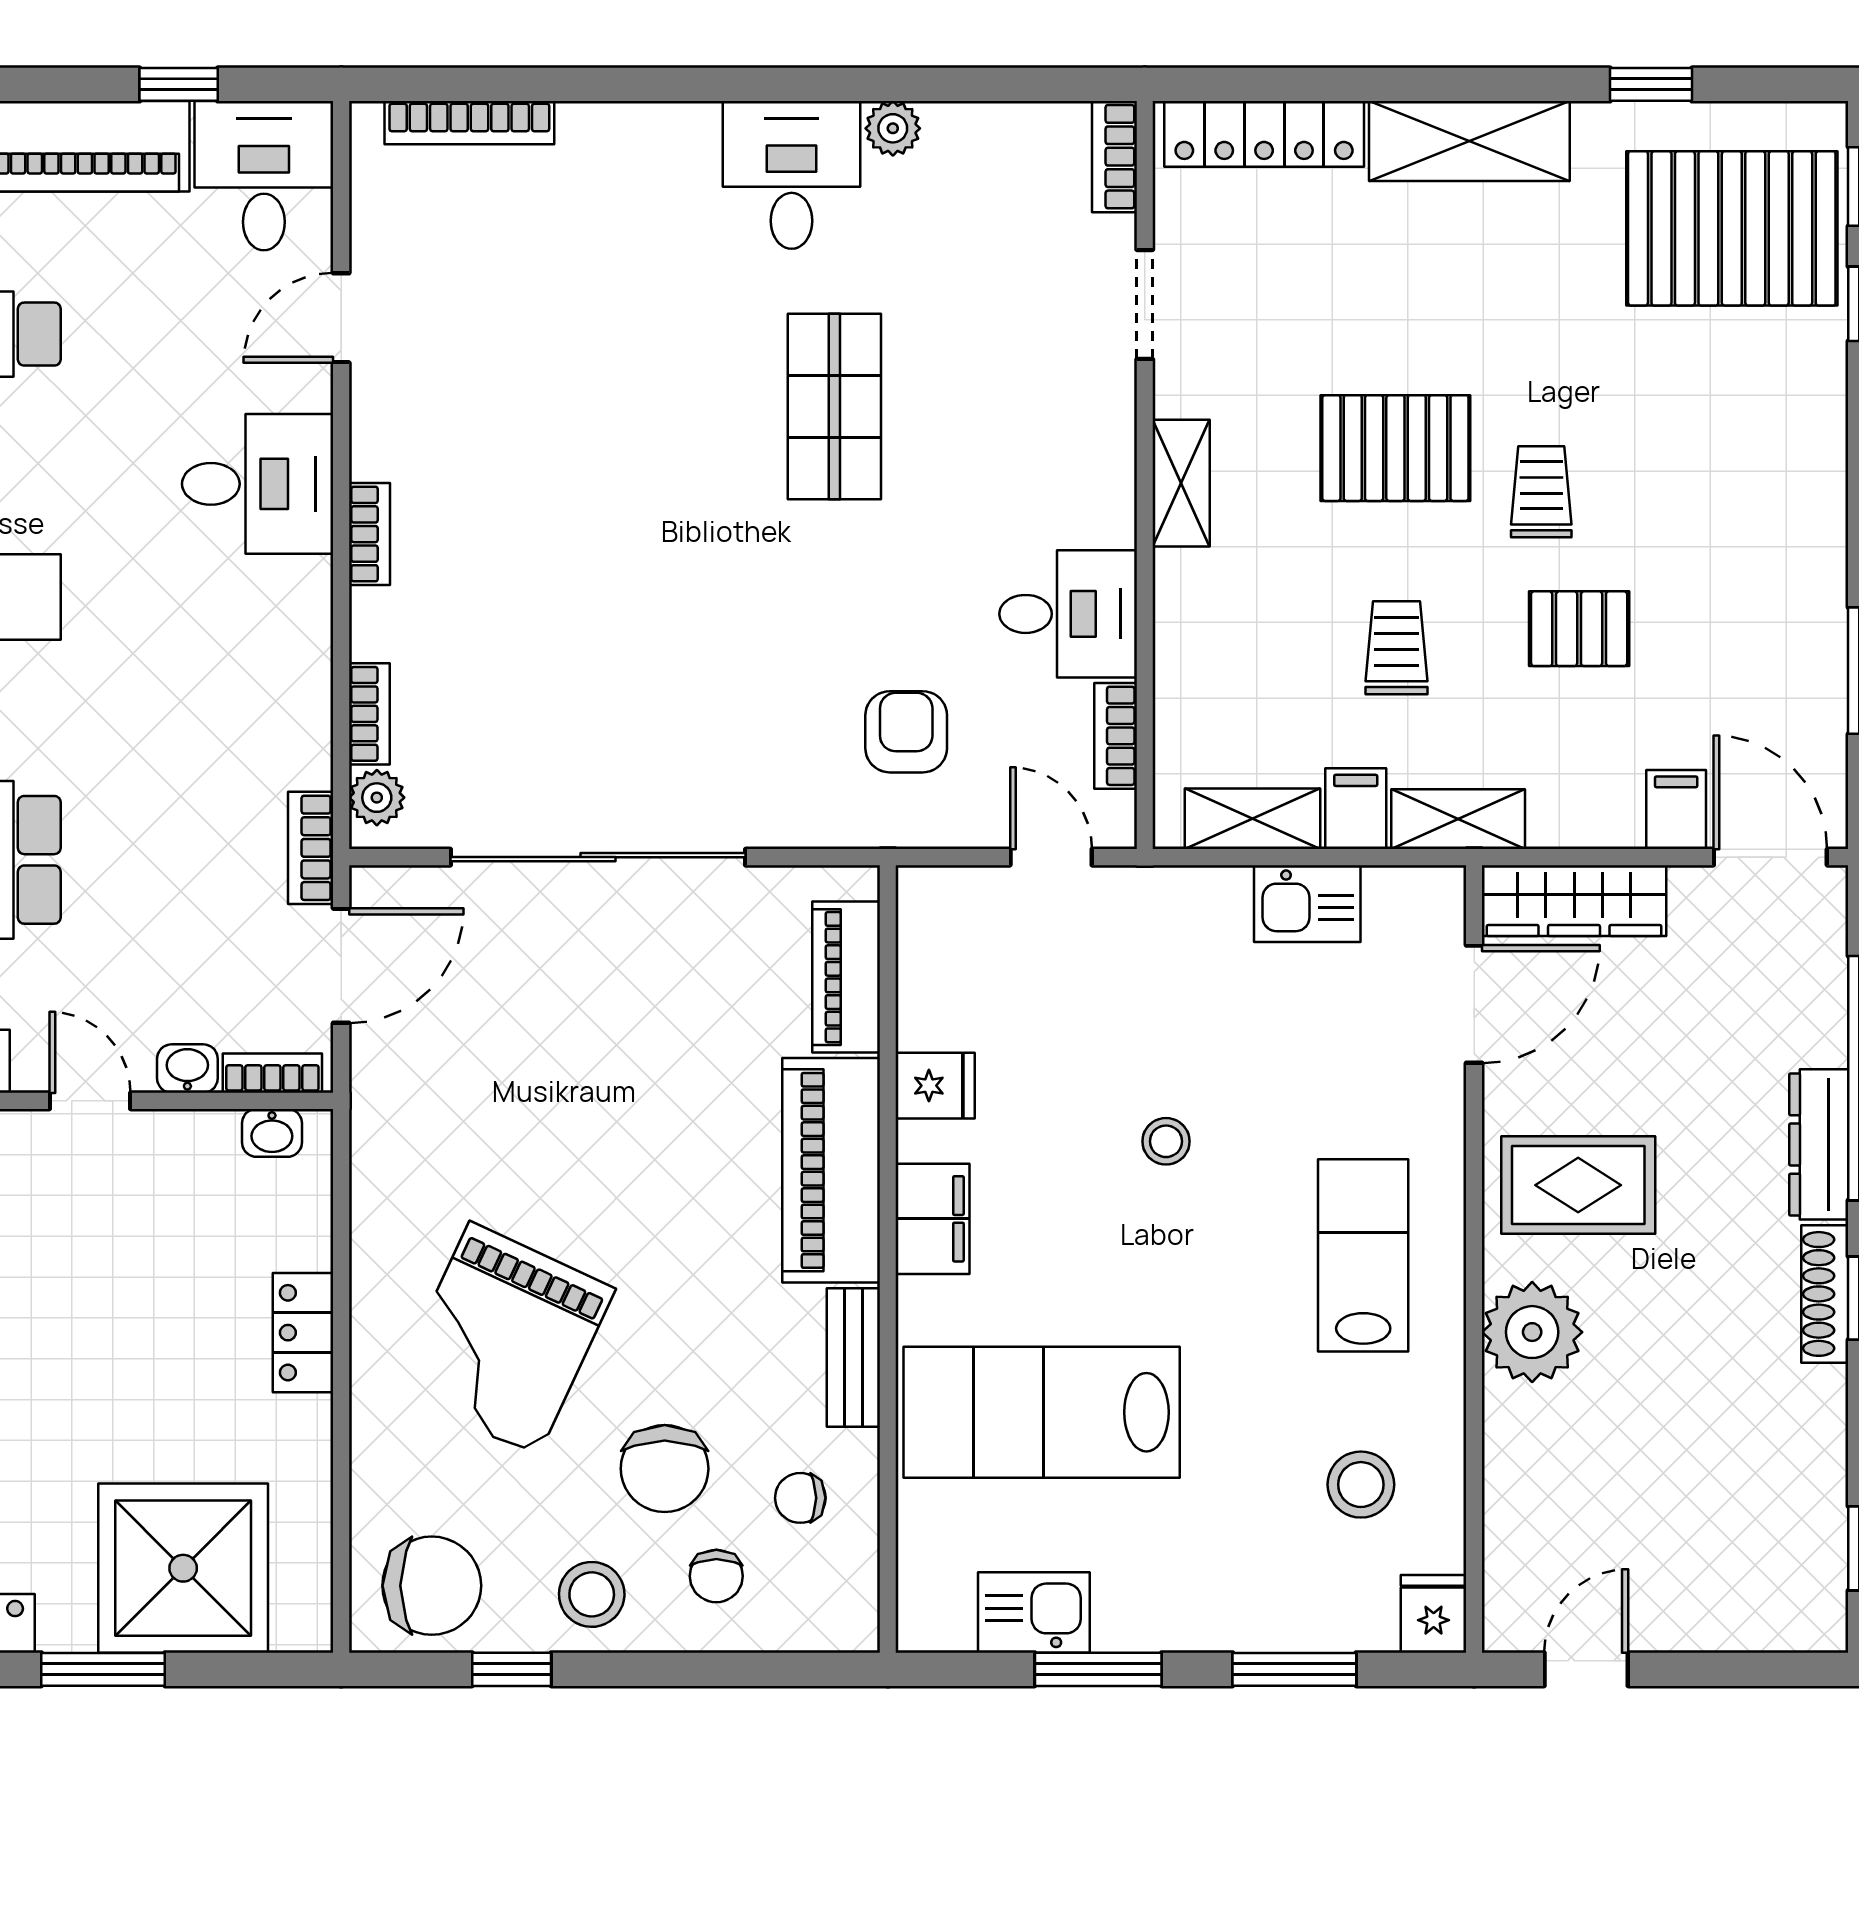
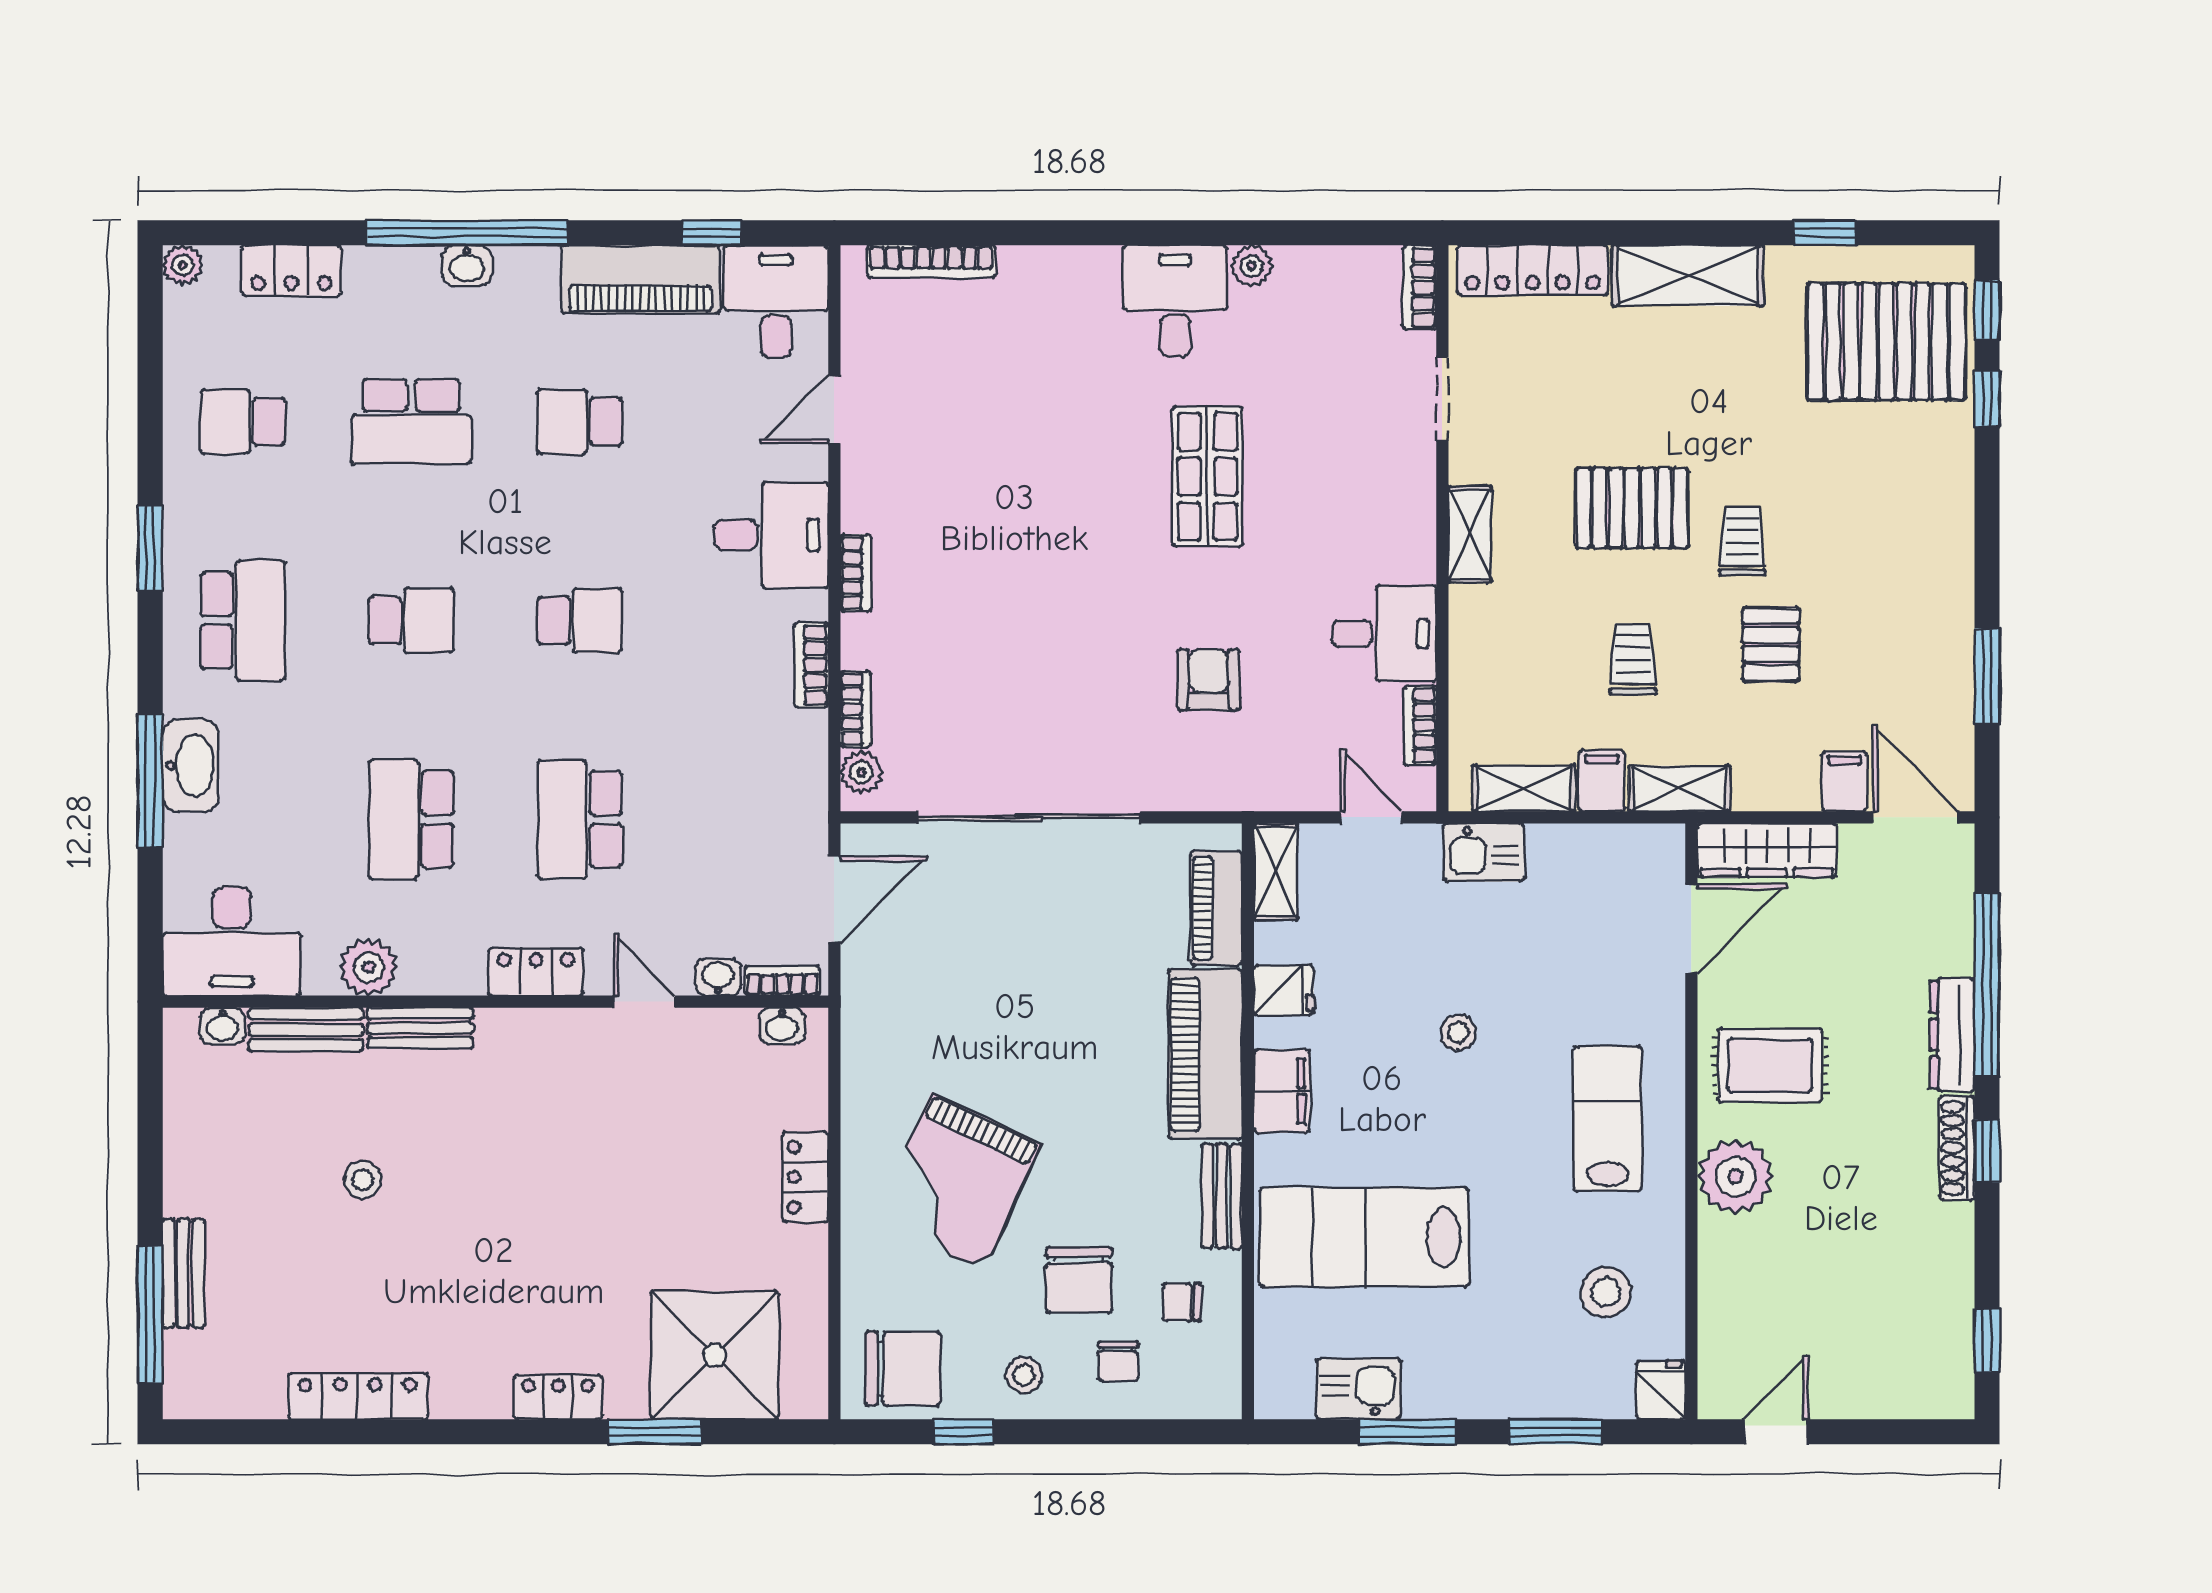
pallet: (1579, 629) -> (1771, 644), turned 90
armchair: (906, 732) -> (1209, 680), moved
bookcase: (311, 848) -> (811, 665), moved
kitchen sink: (1307, 904) -> (1484, 852), moved
shelving: (925, 929) -> (1276, 872), added
stool: (592, 1594) -> (1024, 1375), width x0.73, depth x0.73

